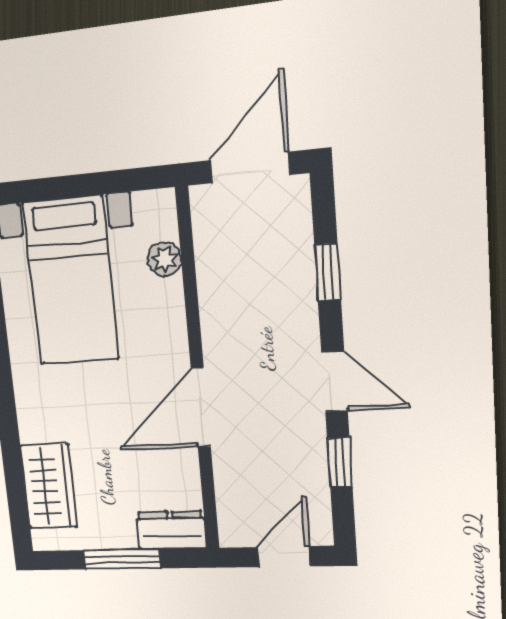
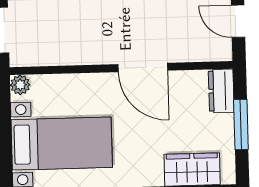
plant: (165, 259) -> (20, 85), moved

